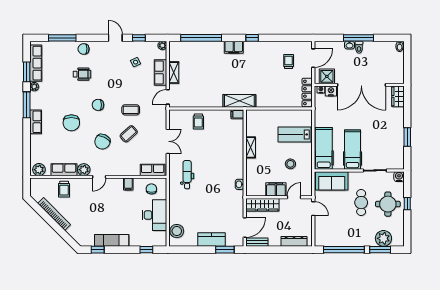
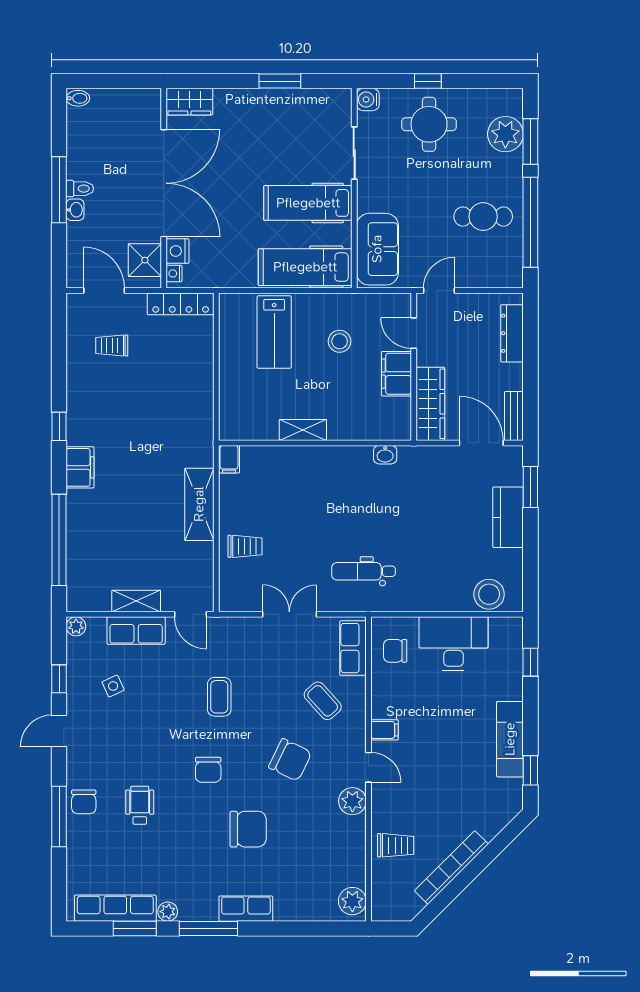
window: (62, 38) -> (59, 817), moved
shelving: (239, 101) -> (199, 504), moved
coffee table: (129, 134) -> (323, 701), moved
row of seats: (64, 170) -> (352, 845), removed
filing cabinet: (128, 184) -> (385, 730), moved
cafe table: (361, 203) -> (483, 217), moved

